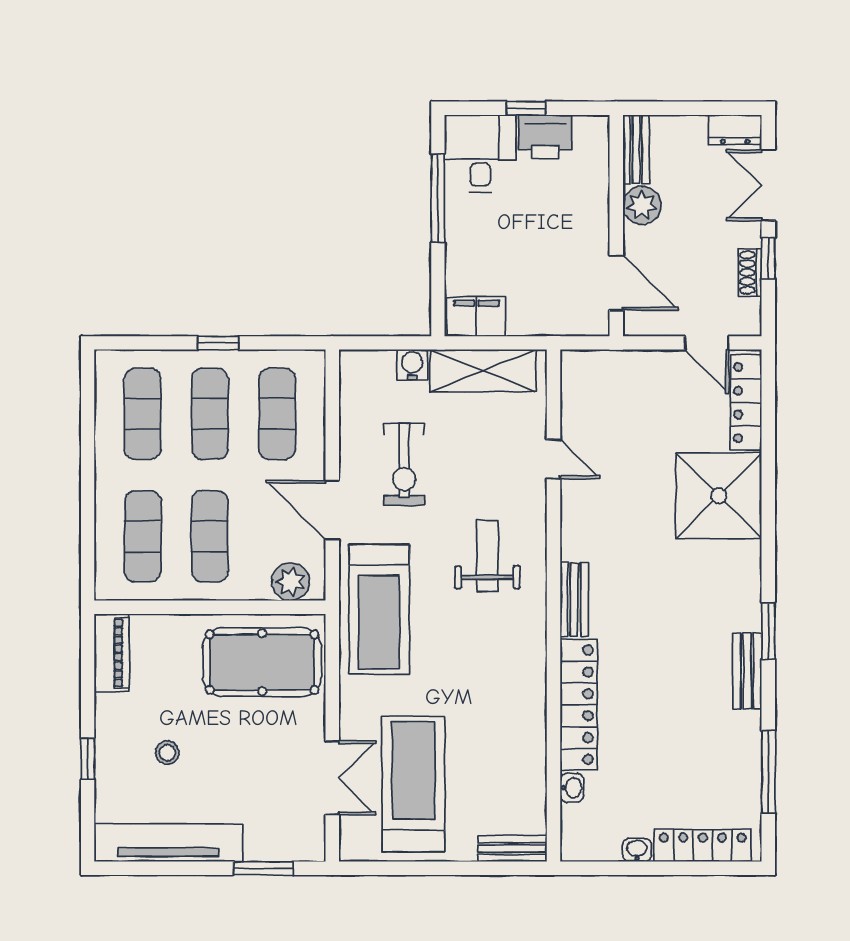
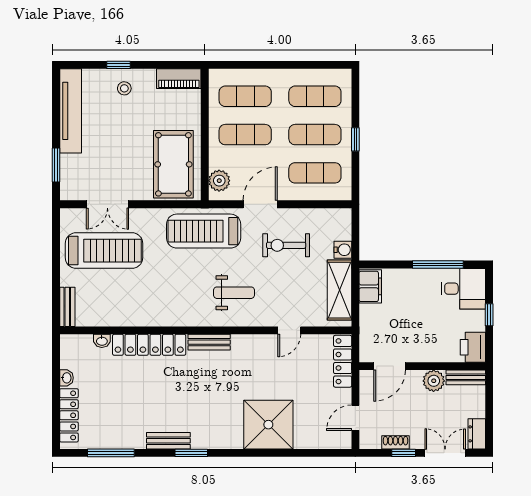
printer: (545, 137) -> (473, 347), moved
locker: (746, 403) -> (343, 361), moved, turned -90
stool: (167, 753) -> (124, 88), moved

